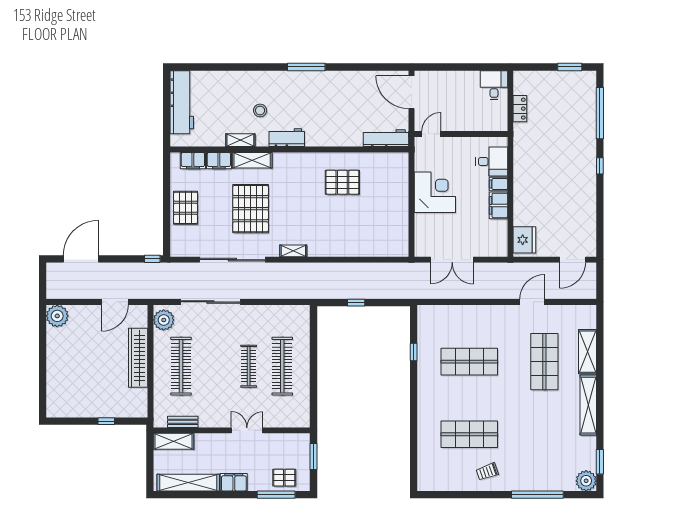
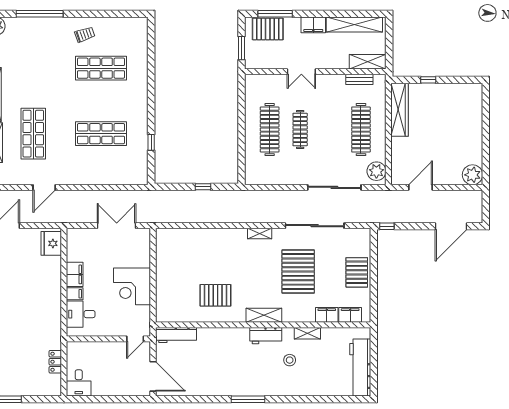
shelving: (252, 160) -> (264, 315), moved
wardrobe: (138, 358) -> (400, 110), moved
pallet: (284, 478) -> (268, 29), width x1.50, depth x1.42

